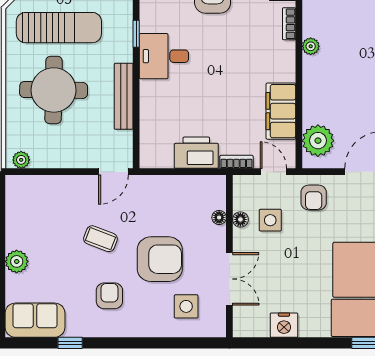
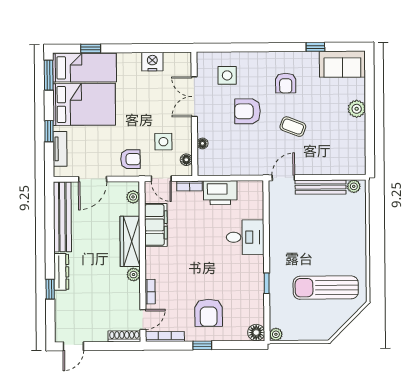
desk: (164, 56) -> (245, 237), moved
round table: (54, 90) -> (329, 240), removed
wardrobe: (315, 90) -> (130, 241), added
bench: (124, 96) -> (321, 187), moved, turned 90
plant: (318, 141) -> (133, 197), width x0.53, depth x0.53
armchair: (314, 198) -> (130, 159), turned 90
floor lamp: (240, 219) -> (186, 160), moved
armchair: (160, 259) -> (247, 111), width x0.73, depth x0.73

